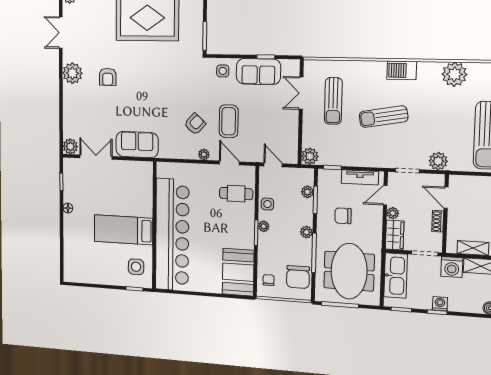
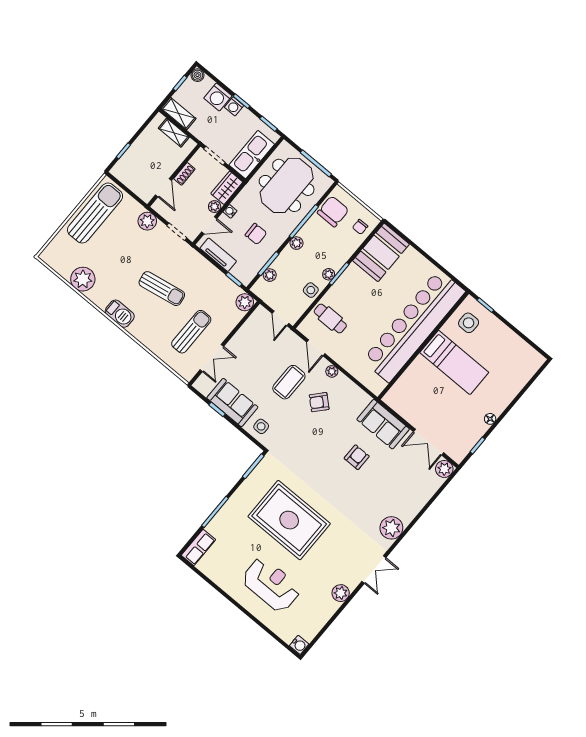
armchair: (108, 77) -> (357, 457), moved
water cooler: (377, 218) -> (230, 211), added
washing machine: (452, 267) -> (218, 97), moved, turned 180

